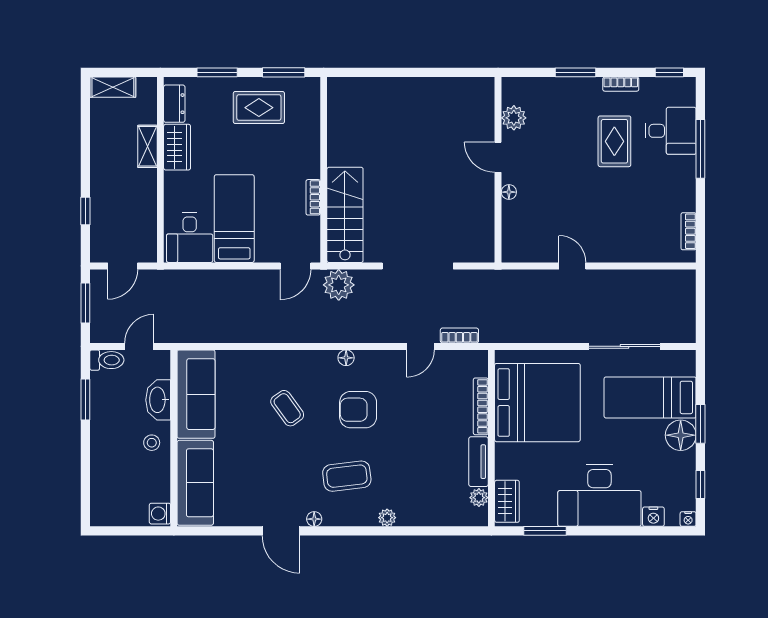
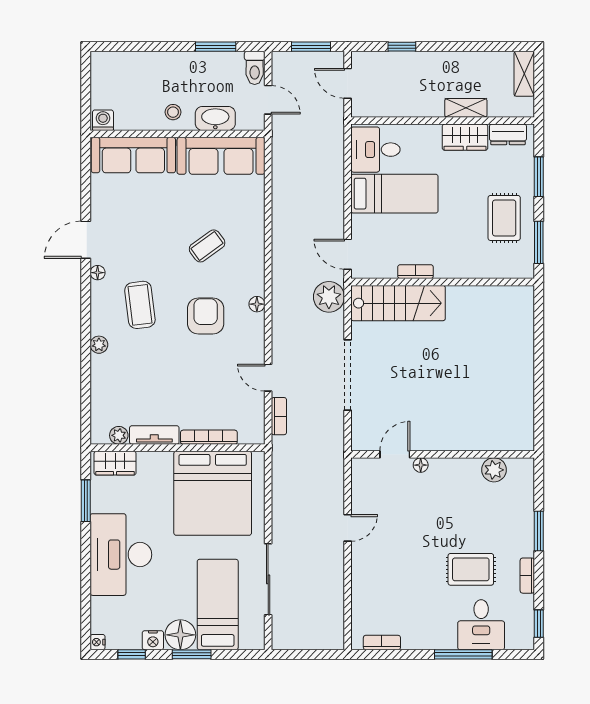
door: (498, 157) -> (395, 454), moved
nightstand: (653, 517) -> (153, 640), moved, turned -90

